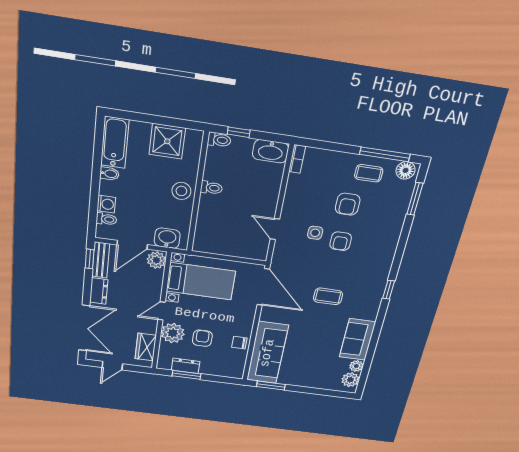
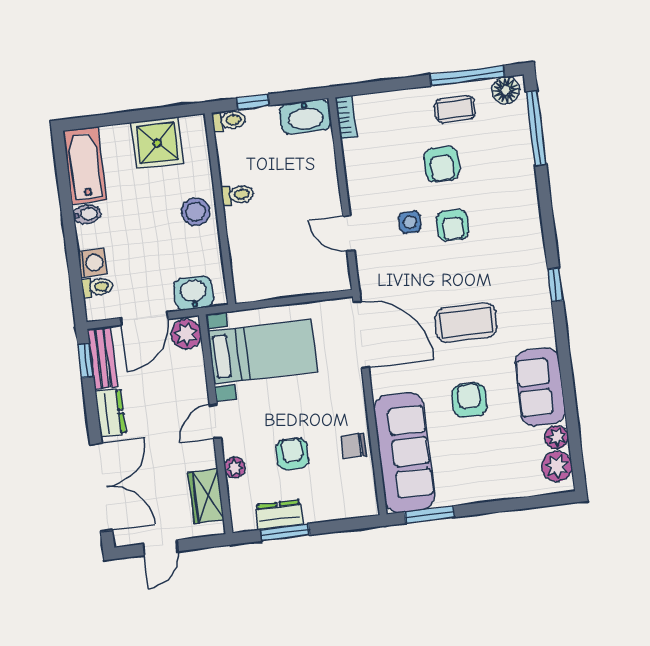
window: (415, 199) -> (536, 128), width x1.44
coffee table: (328, 296) -> (466, 323), width x1.36, depth x1.30
plant: (173, 333) -> (235, 468), width x0.53, depth x0.53
armchair: (314, 336) -> (469, 400), added

